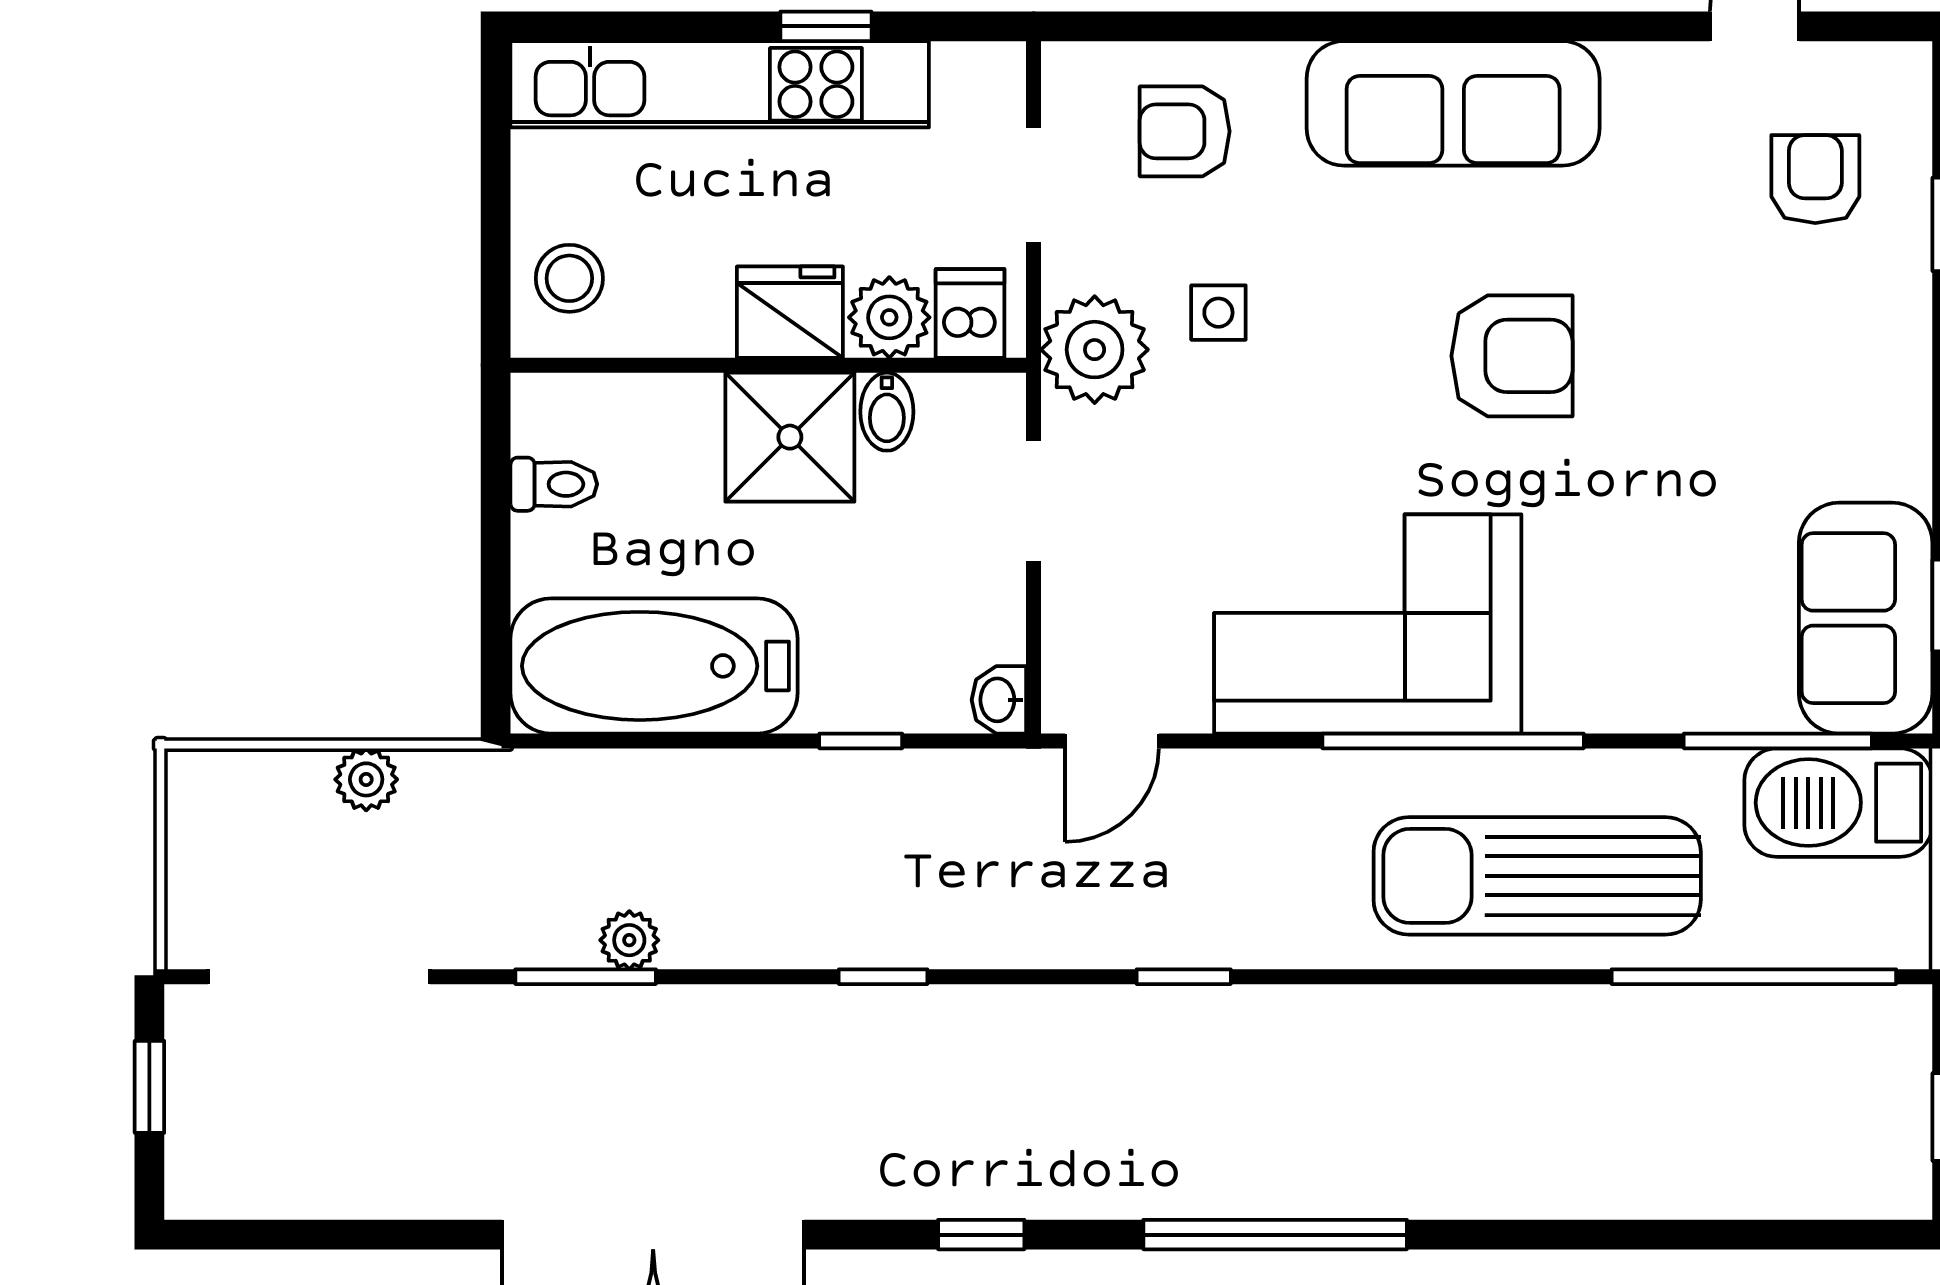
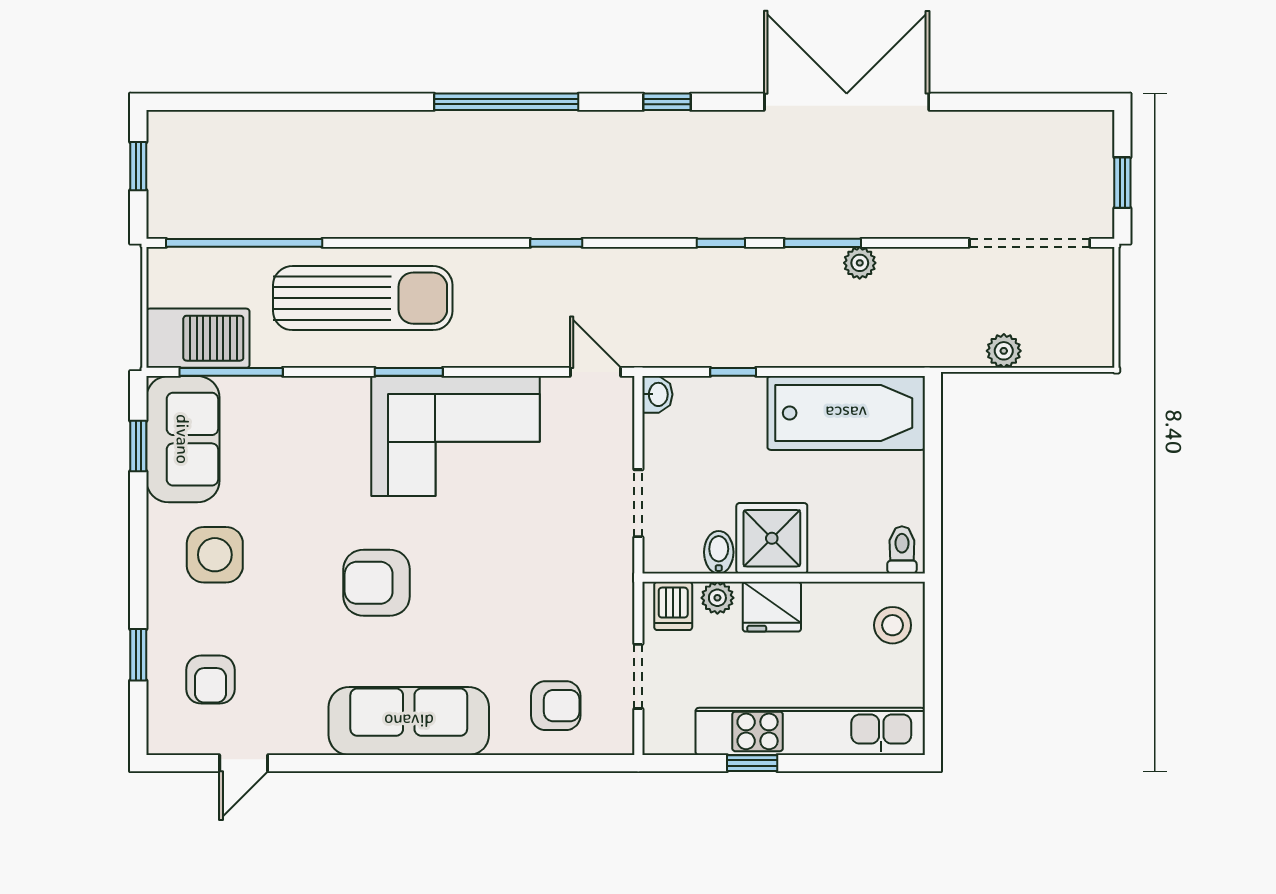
side table: (1218, 313) -> (215, 555), moved, width x1.87, depth x1.87
plant: (889, 317) -> (717, 598), width x0.73, depth x0.73
plant: (1095, 350) -> (605, 586), removed
toilet: (554, 484) -> (902, 550), moved, turned 90
door: (1112, 741) -> (595, 372), hinge flipped
window: (1453, 741) -> (409, 372), width x0.47
window: (586, 977) -> (823, 243), moved

